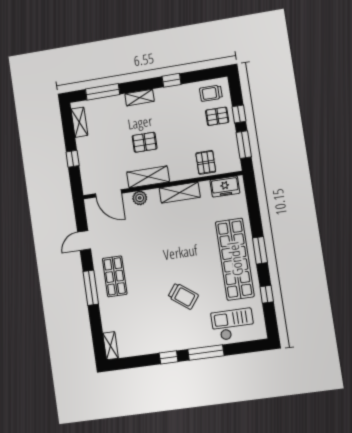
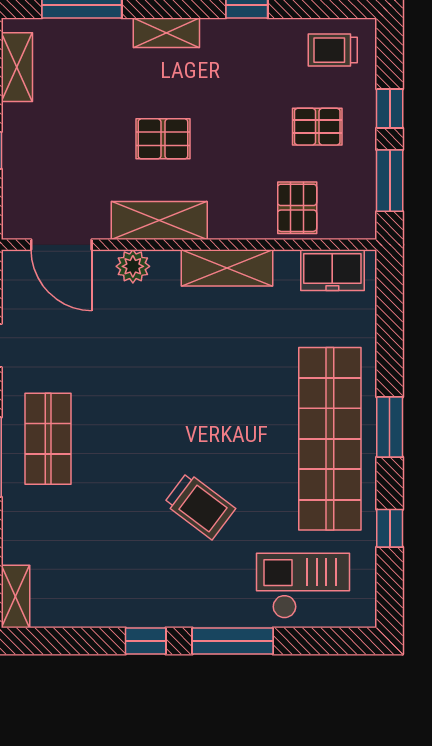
pallet: (217, 116) -> (317, 127), moved

